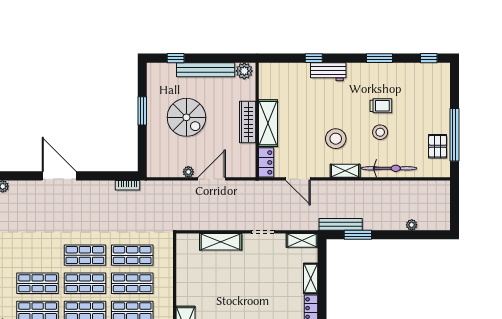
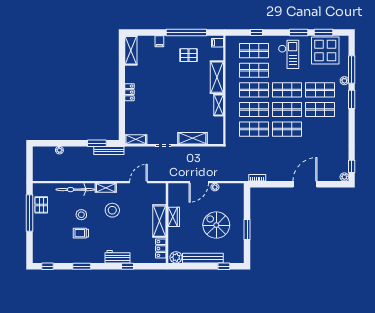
wardrobe: (248, 122) -> (174, 217), width x0.67
locker: (266, 162) -> (161, 248), moved
door: (59, 176) -> (305, 184), swing flipped
door: (298, 179) -> (139, 182), hinge flipped
shelving: (311, 278) -> (219, 105), moved

